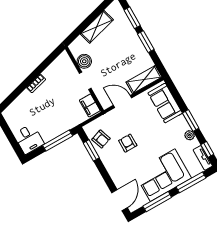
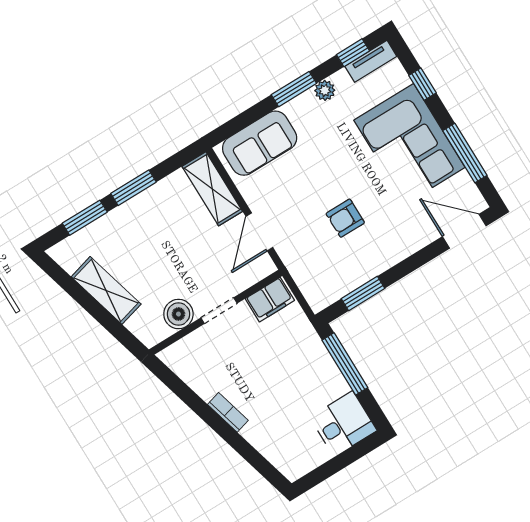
armchair: (101, 139) -> (339, 274), removed
window: (191, 182) -> (422, 84), width x0.46

